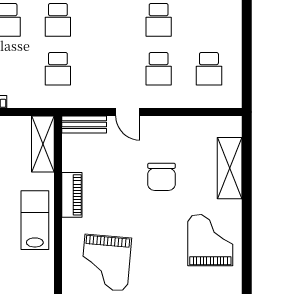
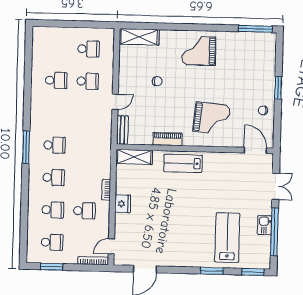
school desk: (58, 69) -> (86, 146), removed
shelving: (230, 168) -> (139, 37), moved
chair: (161, 177) -> (157, 81), width x0.54, depth x0.54

